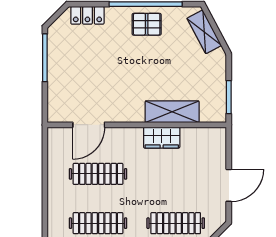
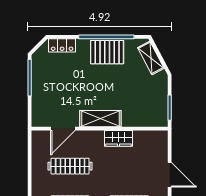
pallet: (147, 24) -> (107, 52), width x1.50, depth x1.42
shelving: (172, 112) -> (100, 119), moved
door: (229, 185) -> (170, 175), hinge flipped

